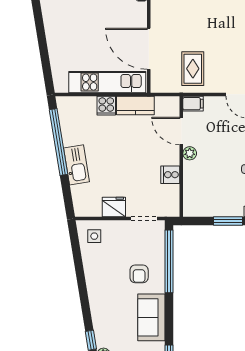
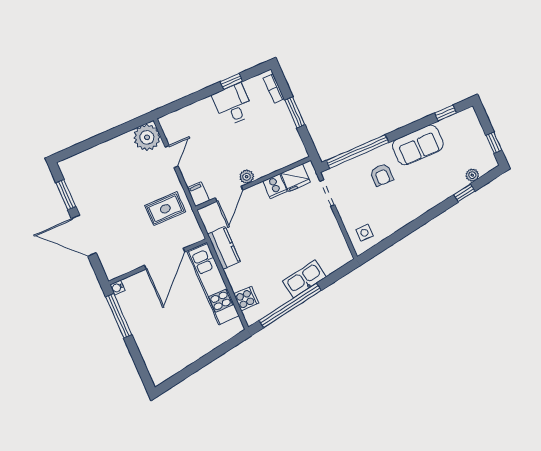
cooker: (106, 106) -> (246, 299), moved
fridge: (114, 207) -> (296, 178), moved, turned -90
armchair: (139, 274) -> (382, 175), turned 90

